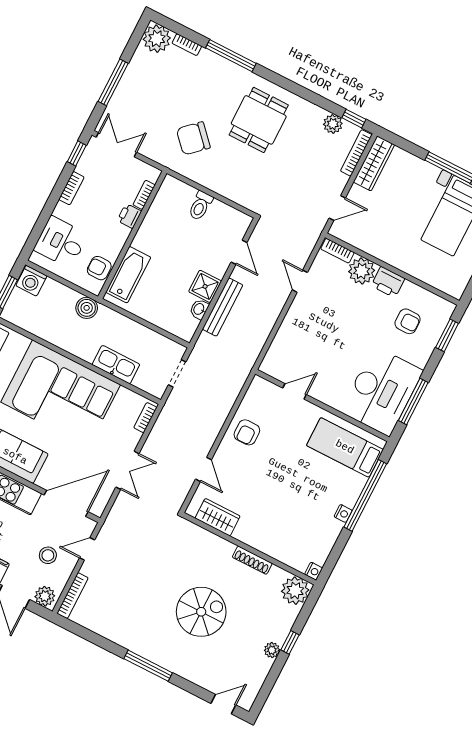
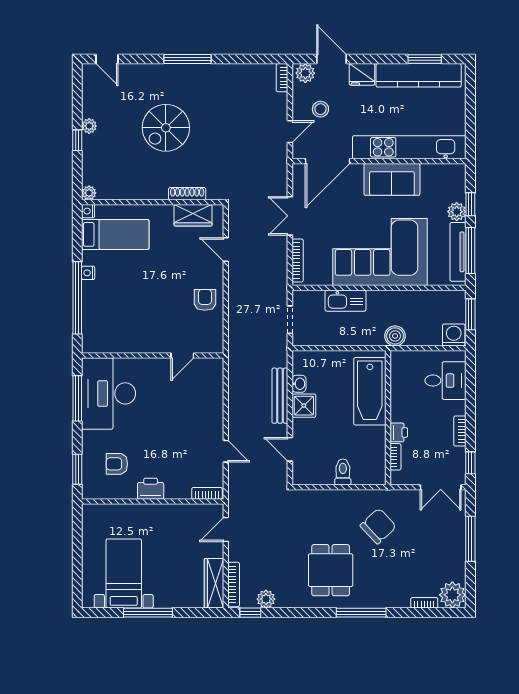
window: (231, 56) -> (361, 613), moved
armchair: (99, 268) -> (402, 375), removed
plant: (362, 271) -> (178, 487), removed
bathtub: (128, 275) -> (370, 391), width x1.36, depth x1.36
bookcase: (145, 418) -> (298, 261), width x1.56
bed: (345, 447) -> (115, 234), moved
shoe rack: (252, 560) -> (187, 194), moved
plant: (295, 591) -> (89, 193), width x0.53, depth x0.53
bookcase: (73, 596) -> (282, 78), width x0.64
door: (223, 704) -> (107, 59), hinge flipped

